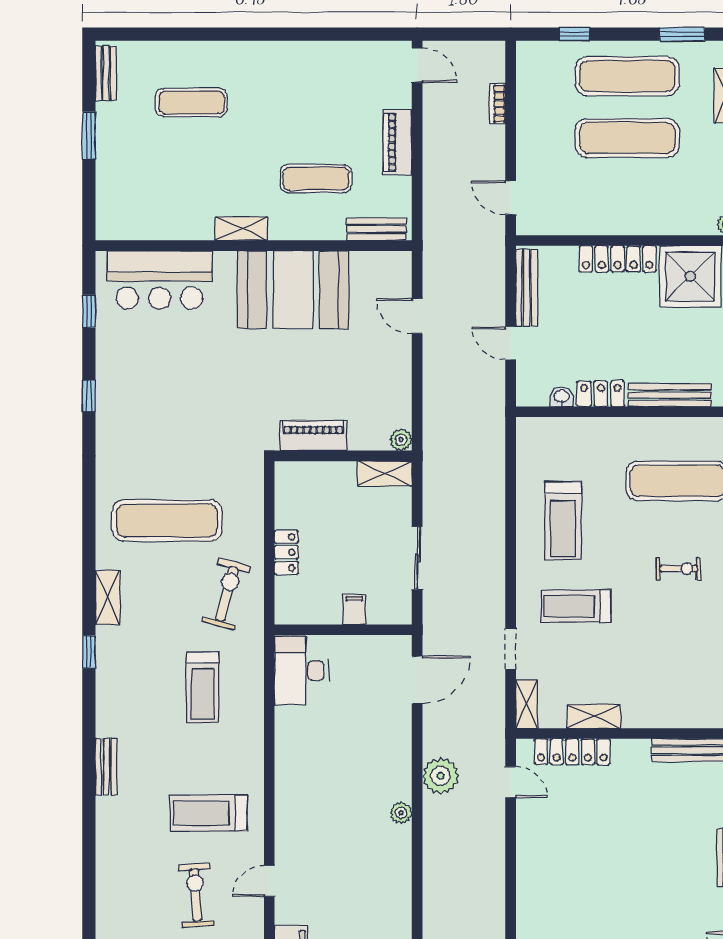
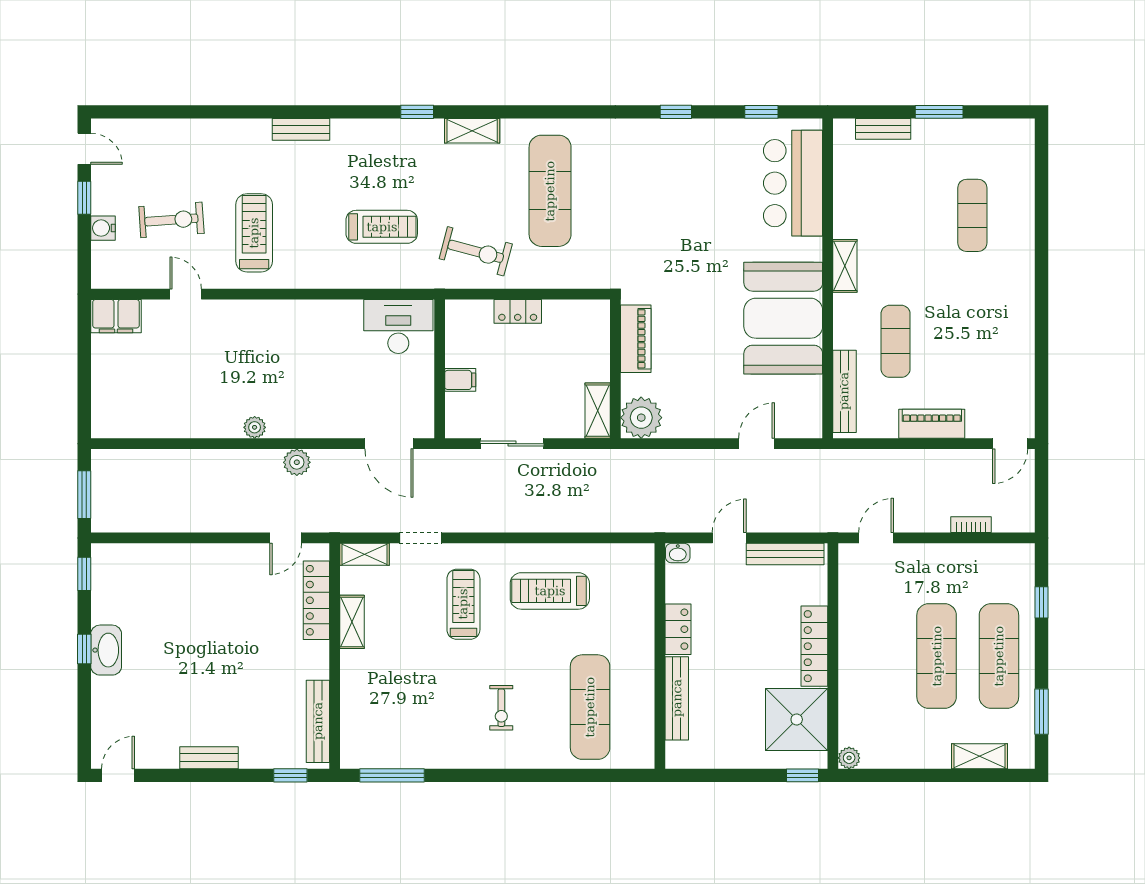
bench: (106, 73) -> (883, 129), moved
bench: (376, 229) -> (844, 391), width x1.36
washbasin: (562, 397) -> (678, 553), moved, turned 90
plant: (401, 440) -> (641, 418), width x1.88, depth x1.88
treadmill: (203, 687) -> (382, 227), turned 180
plant: (440, 776) -> (297, 462), width x0.73, depth x0.73

